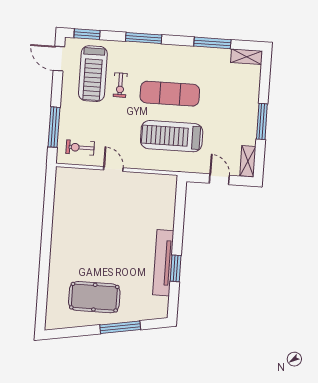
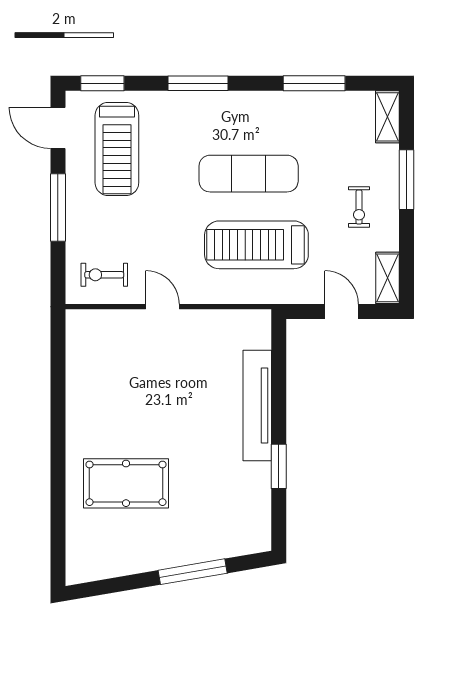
shelving: (246, 57) -> (387, 117), moved, turned 90
exercise bike: (120, 85) -> (359, 207), moved
window: (262, 121) -> (406, 180), moved
window: (54, 127) -> (58, 208), moved
tv unit: (163, 263) -> (257, 406), moved
pool table: (94, 297) -> (126, 483), moved

